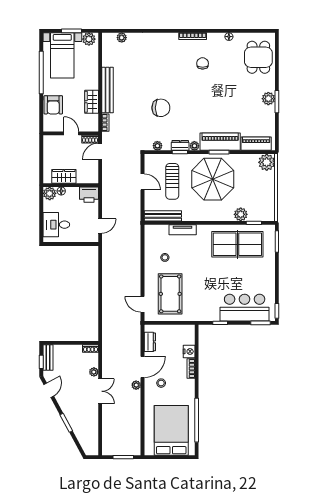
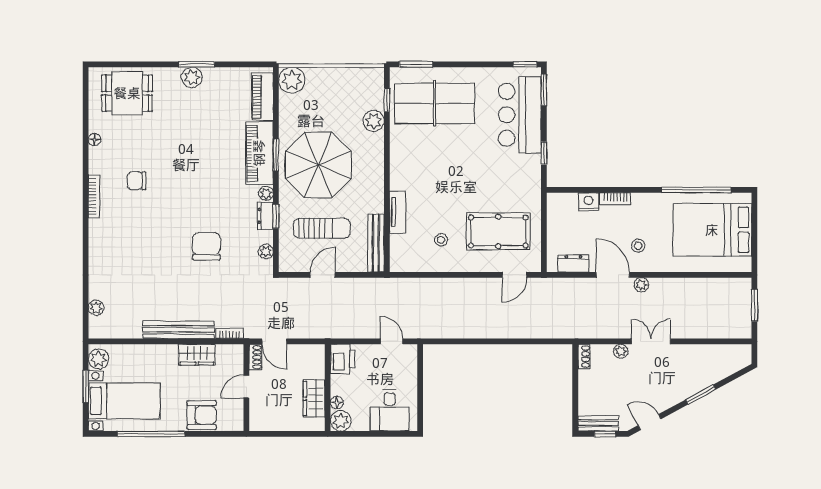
table tennis table: (237, 244) -> (435, 103), moved, turned 90

